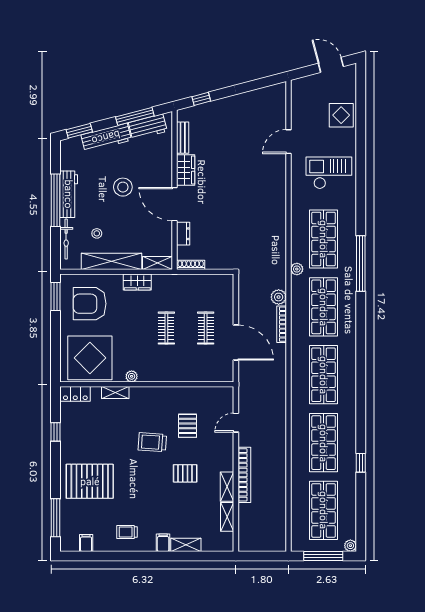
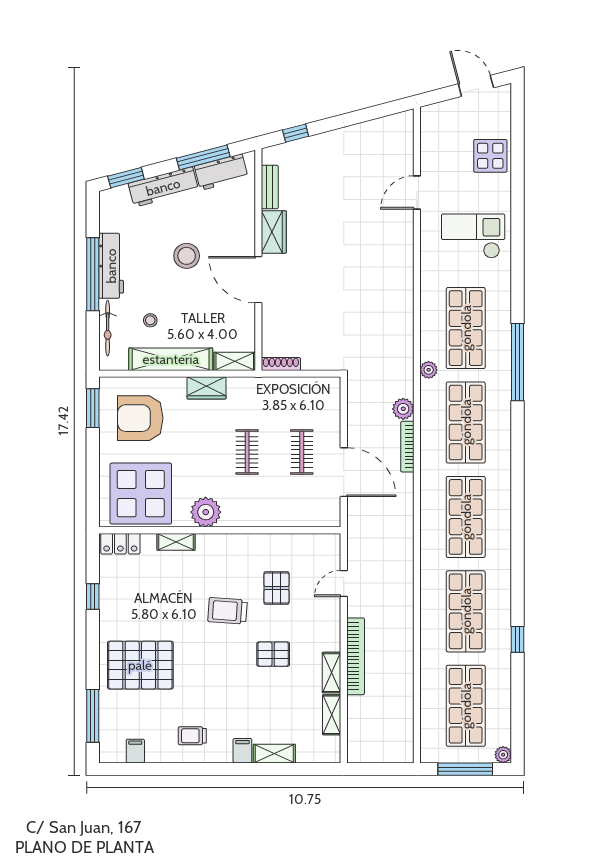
dresser: (183, 234) -> (270, 321), removed
plant: (132, 376) -> (206, 512), width x1.88, depth x1.88

